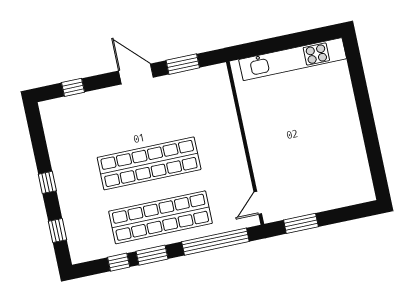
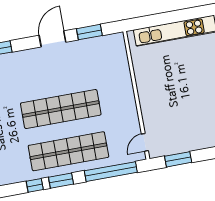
door: (136, 74) -> (53, 39), hinge flipped

